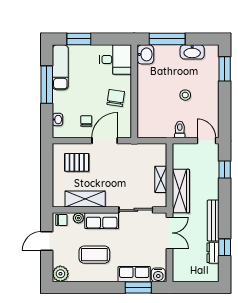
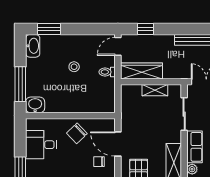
washbasin: (192, 52) -> (33, 46), moved
desk: (115, 59) -> (41, 145), moved, turned -90
chair: (116, 98) -> (77, 133), turned -52
wardrobe: (181, 191) -> (141, 71), moved

